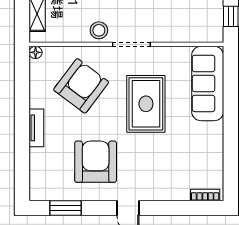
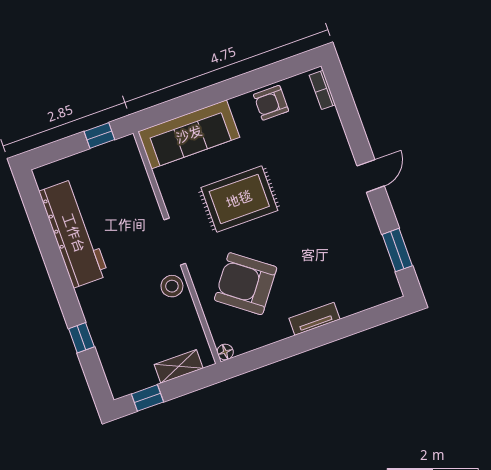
armchair: (96, 162) -> (271, 103), moved, width x0.53, depth x0.53

